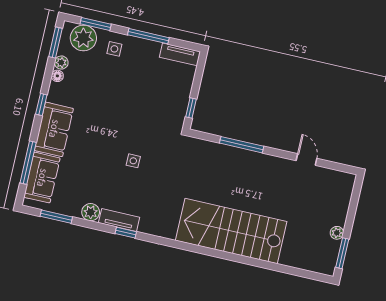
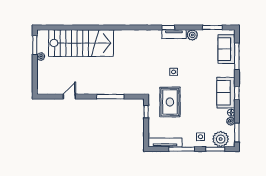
tv unit: (180, 54) -> (165, 142), width x1.41
rug: (150, 115) -> (170, 102), added
sofa: (54, 129) -> (226, 93), moved
door: (306, 159) -> (69, 97), swing flipped
stairs: (231, 231) -> (81, 43), moved

